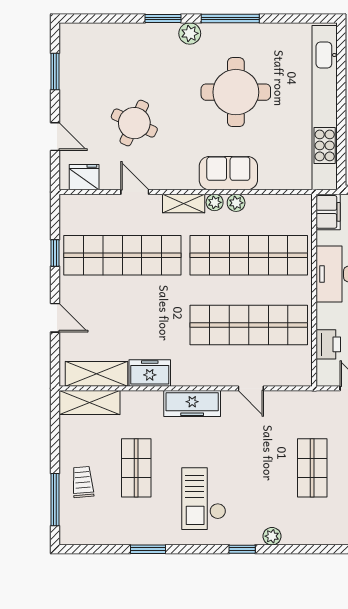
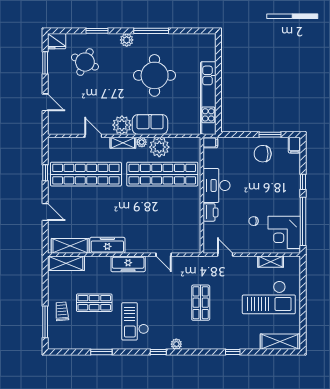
window: (163, 18) -> (97, 31), moved
kitchen unit: (325, 108) -> (208, 98), width x0.73
round table: (134, 123) -> (85, 62), moved
plant: (182, 174) -> (122, 125), added
fridge: (84, 177) -> (57, 41), moved, turned 180
plant: (236, 203) -> (159, 147), width x1.88, depth x1.88
filing cabinet: (328, 212) -> (210, 142), width x0.50
shop shelf: (249, 325) -> (162, 216), removed
printer: (328, 344) -> (210, 212), moved
freezer: (150, 373) -> (107, 245), width x1.40
shop shelf: (136, 468) -> (94, 303), turned 90

